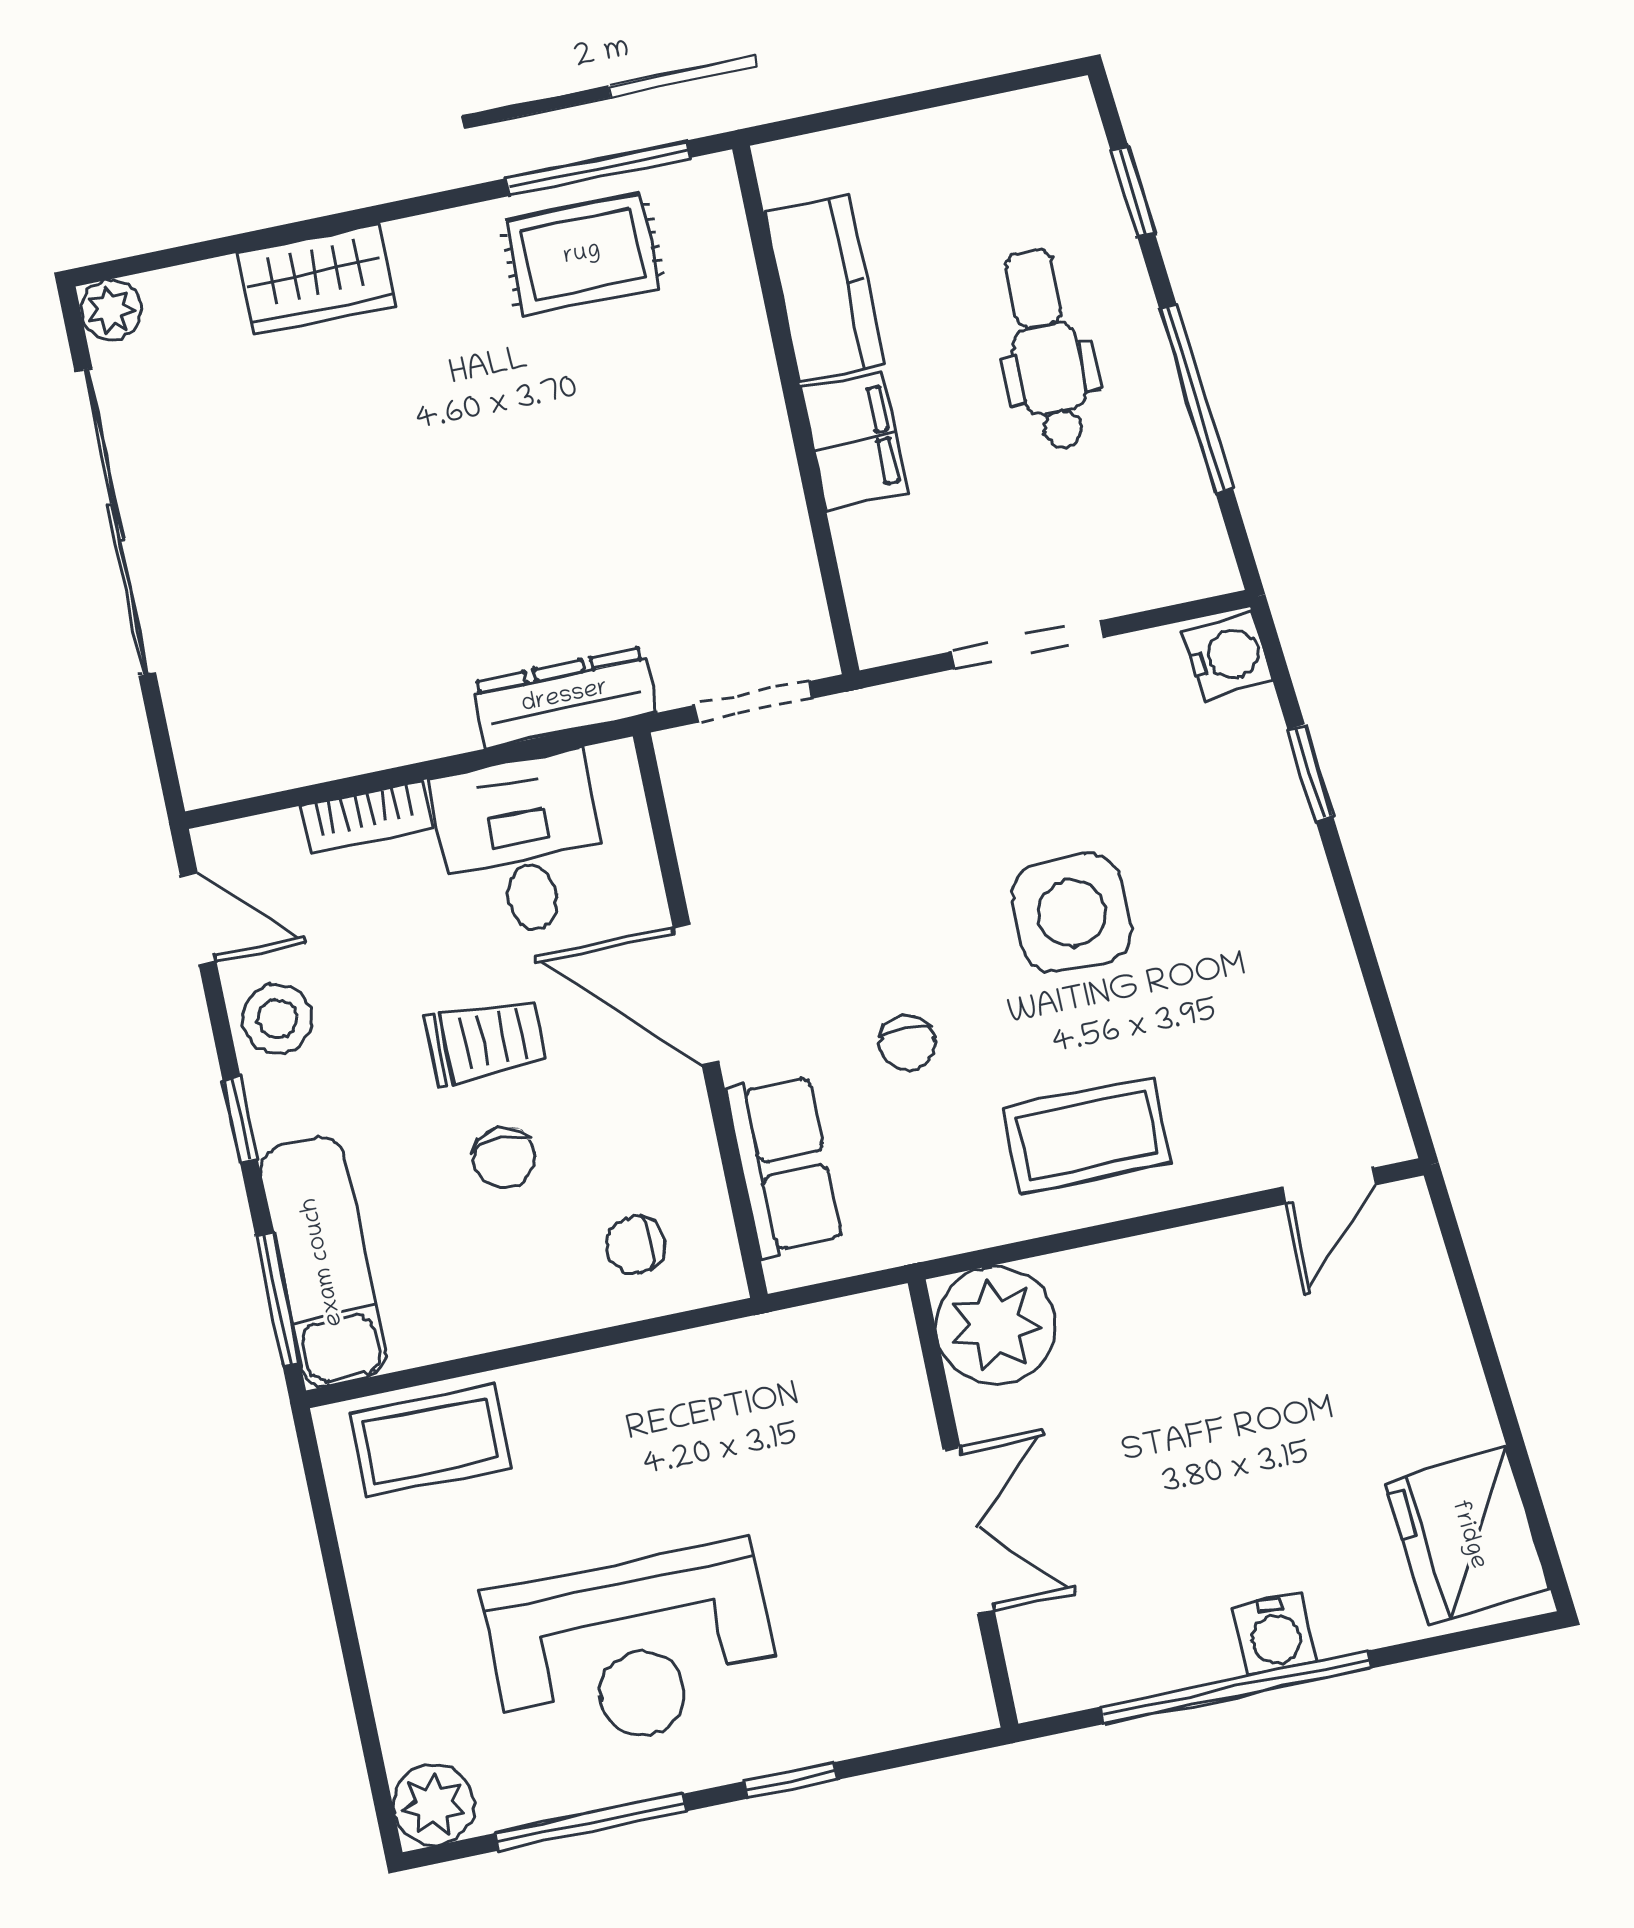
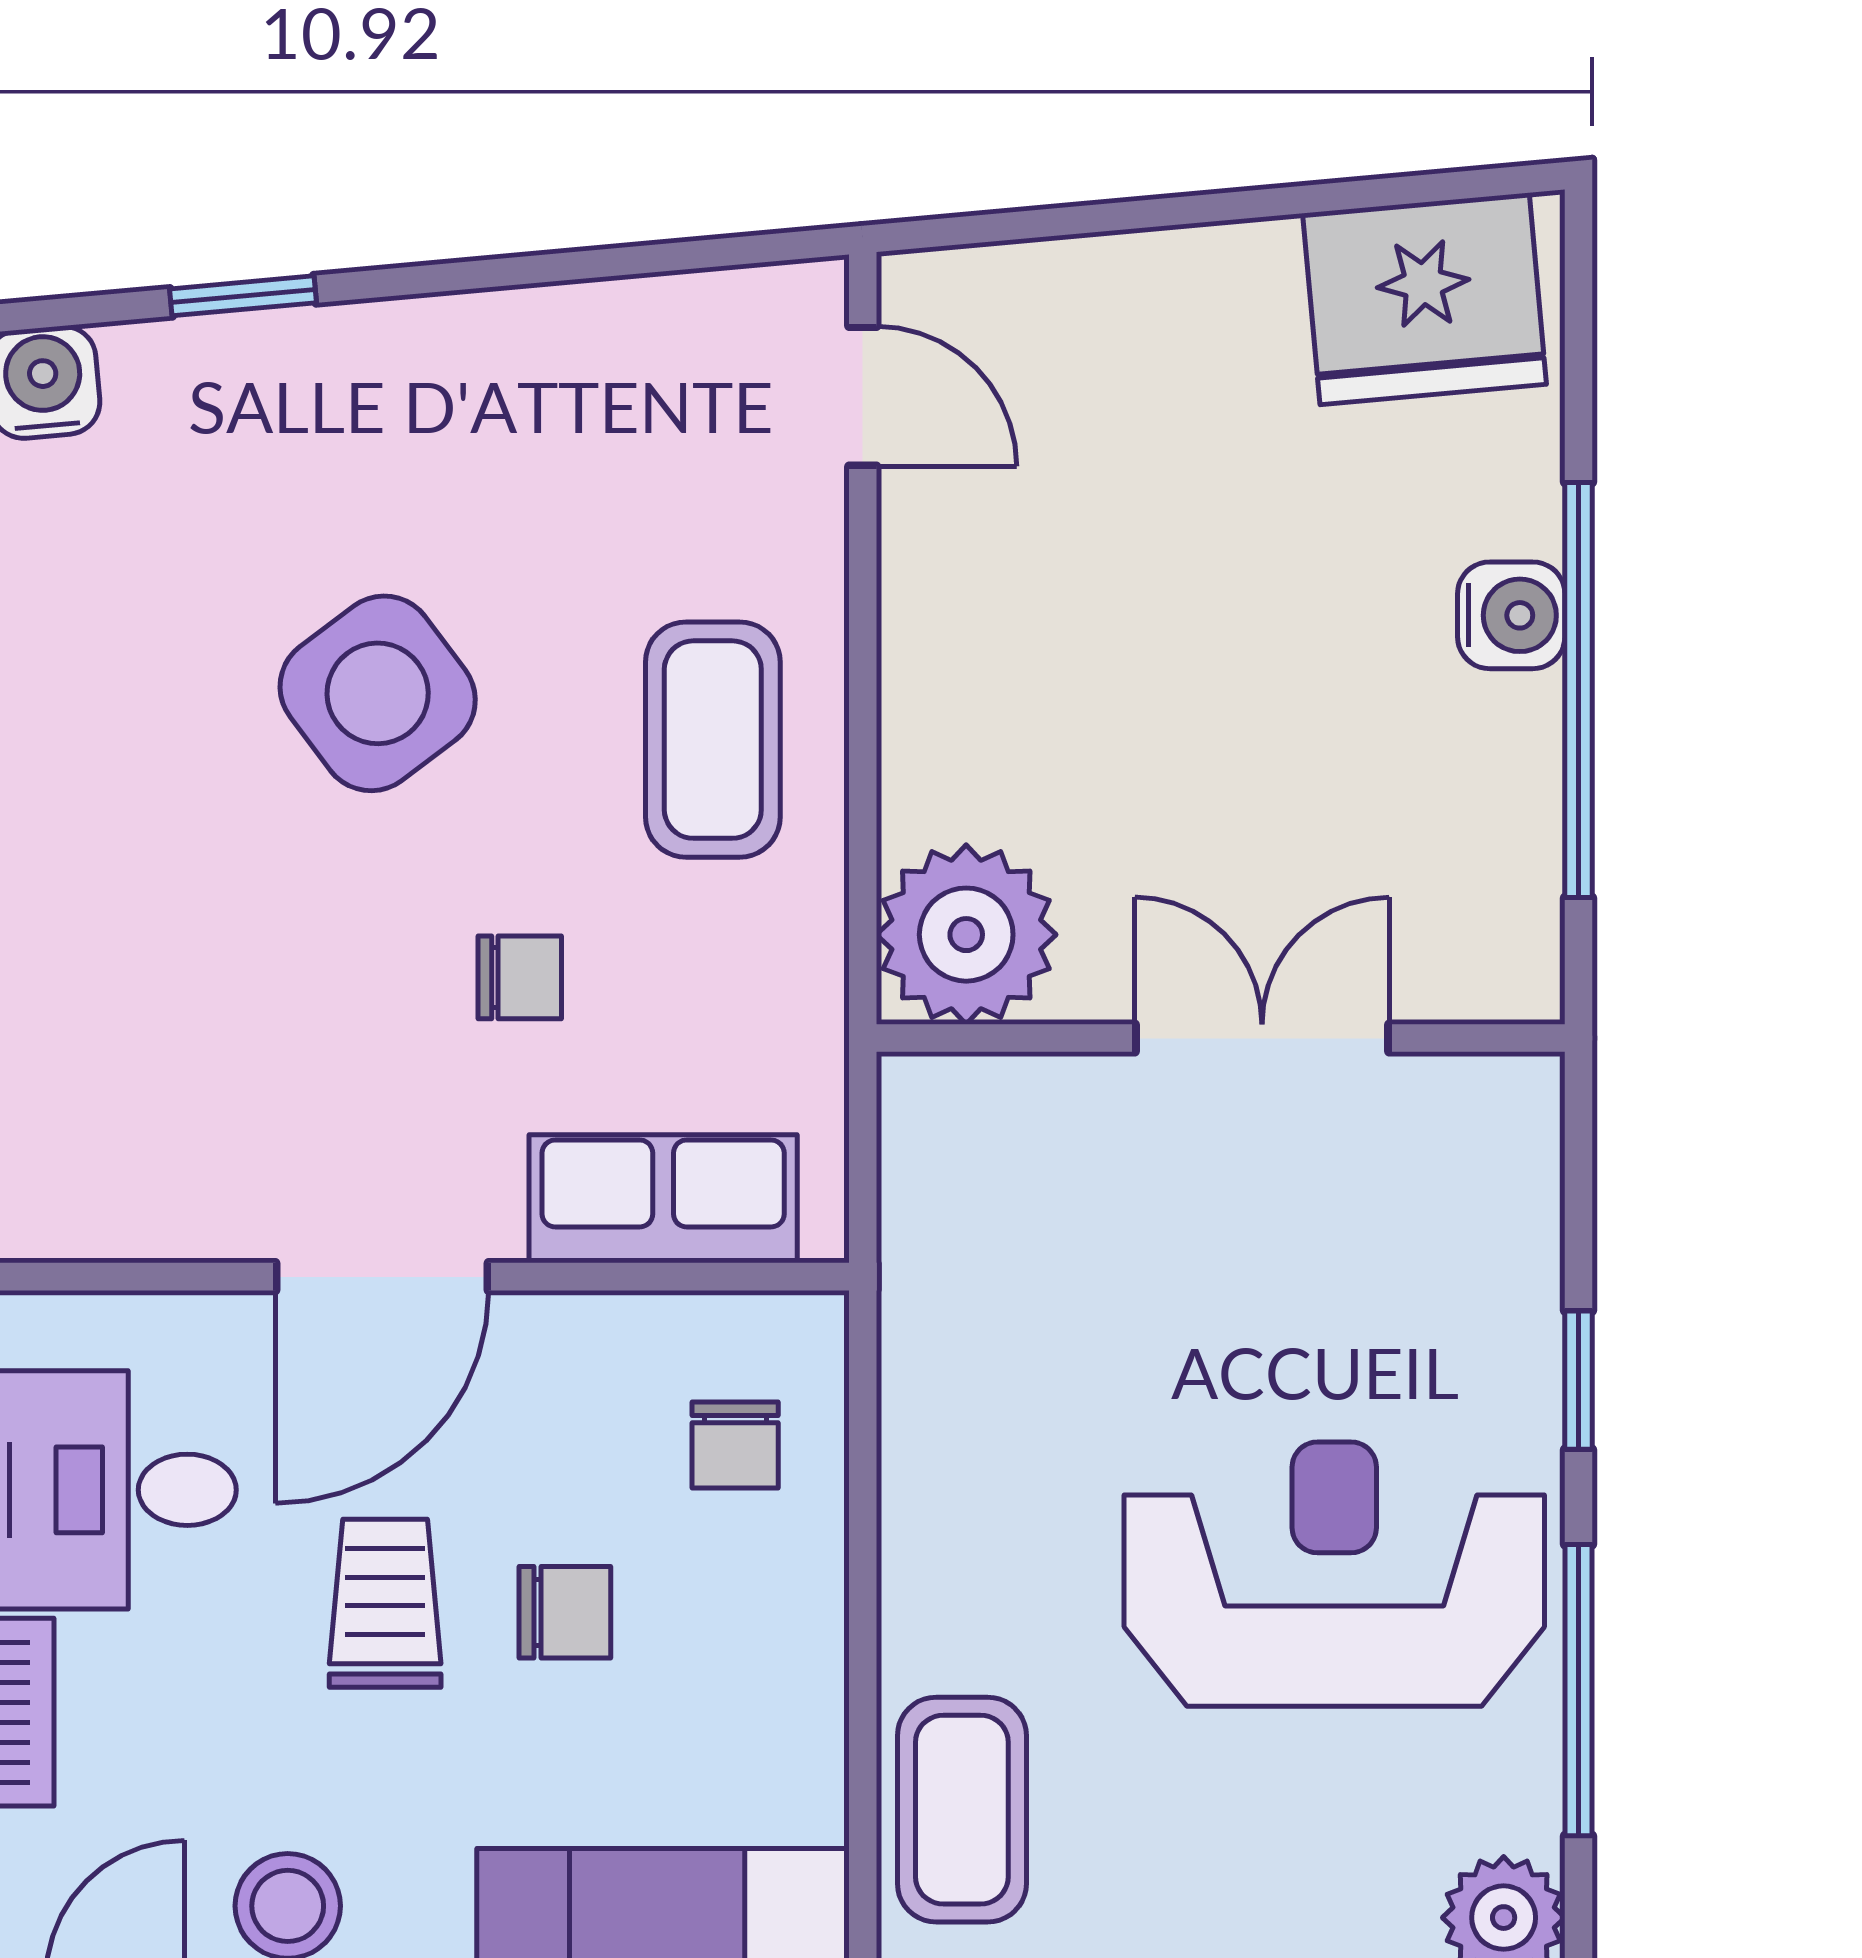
side table: (1072, 913) -> (378, 693), turned -37
reception desk: (632, 1649) -> (1334, 1574), turned -90

